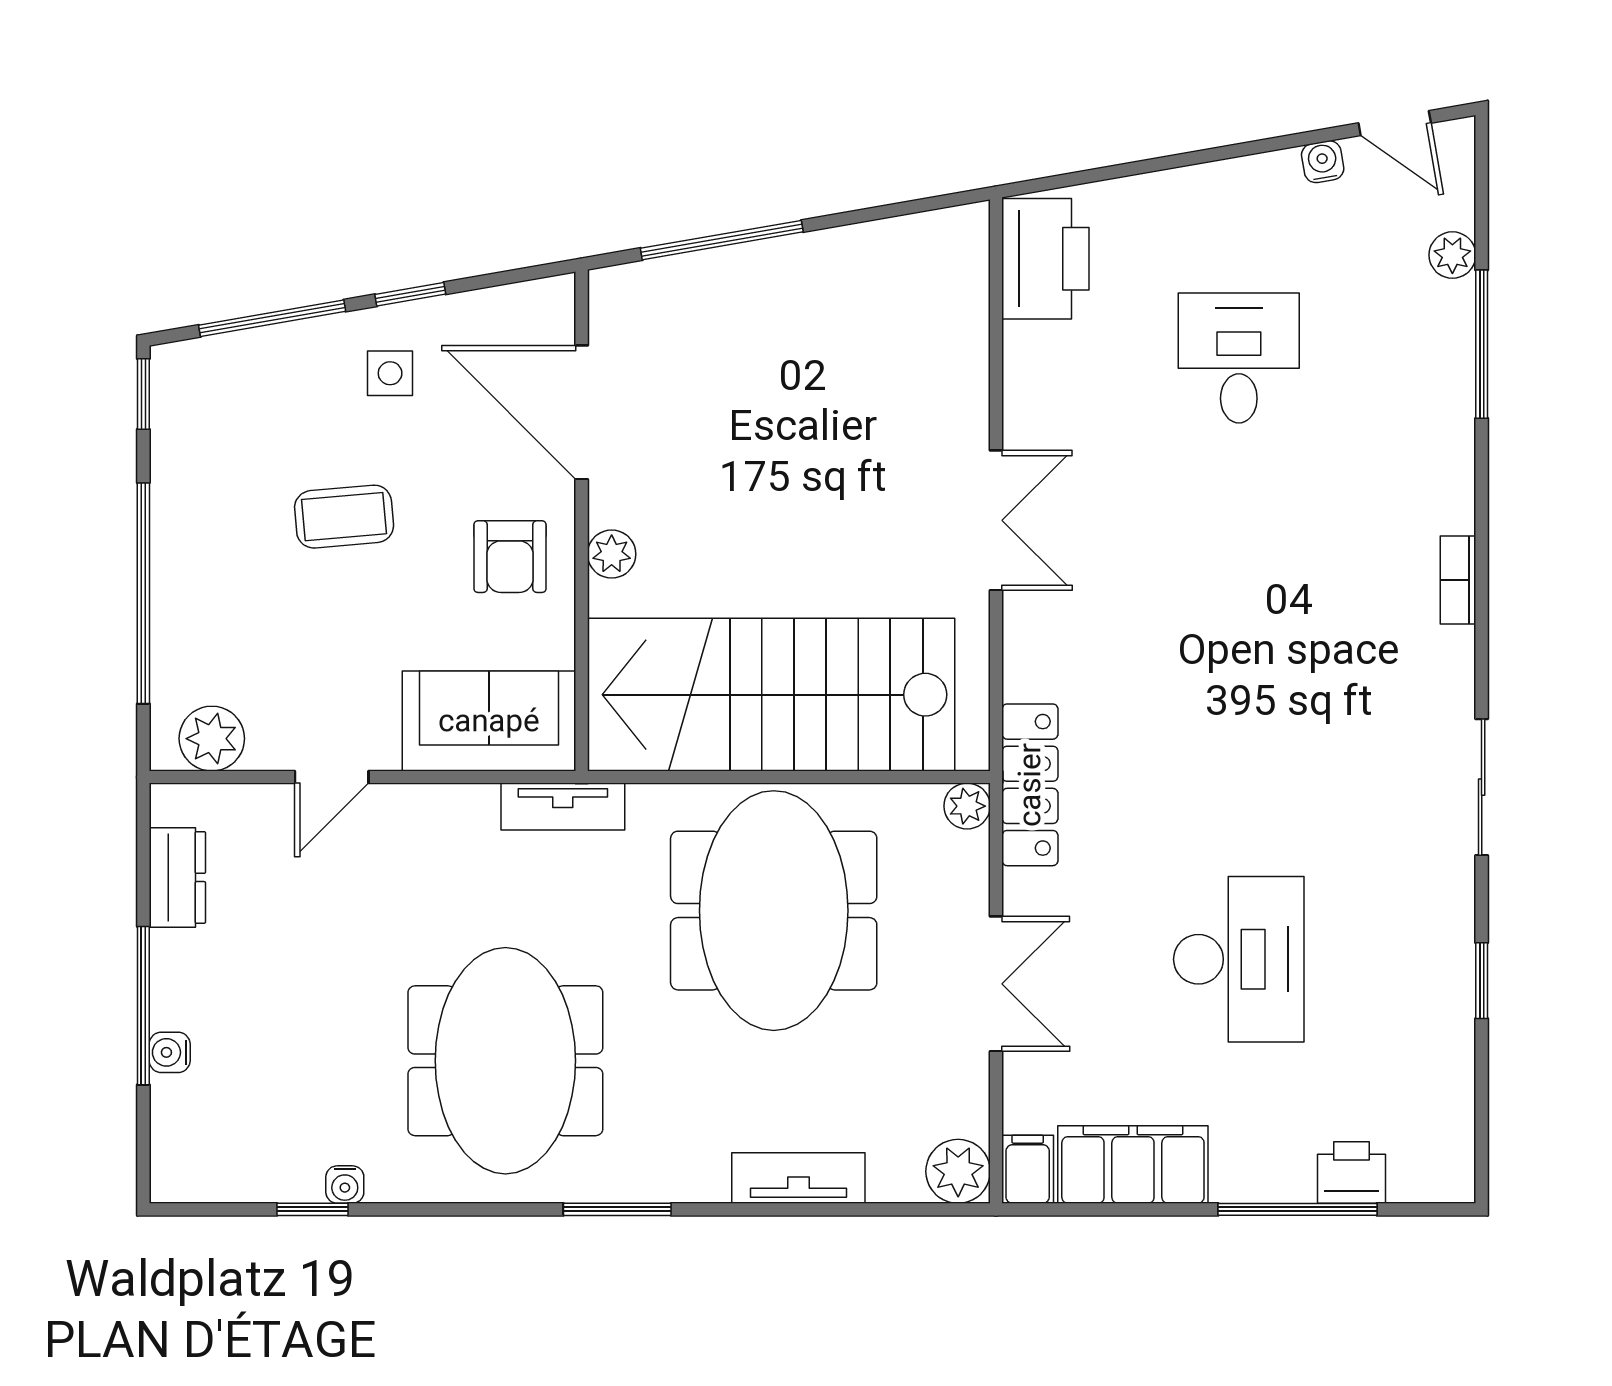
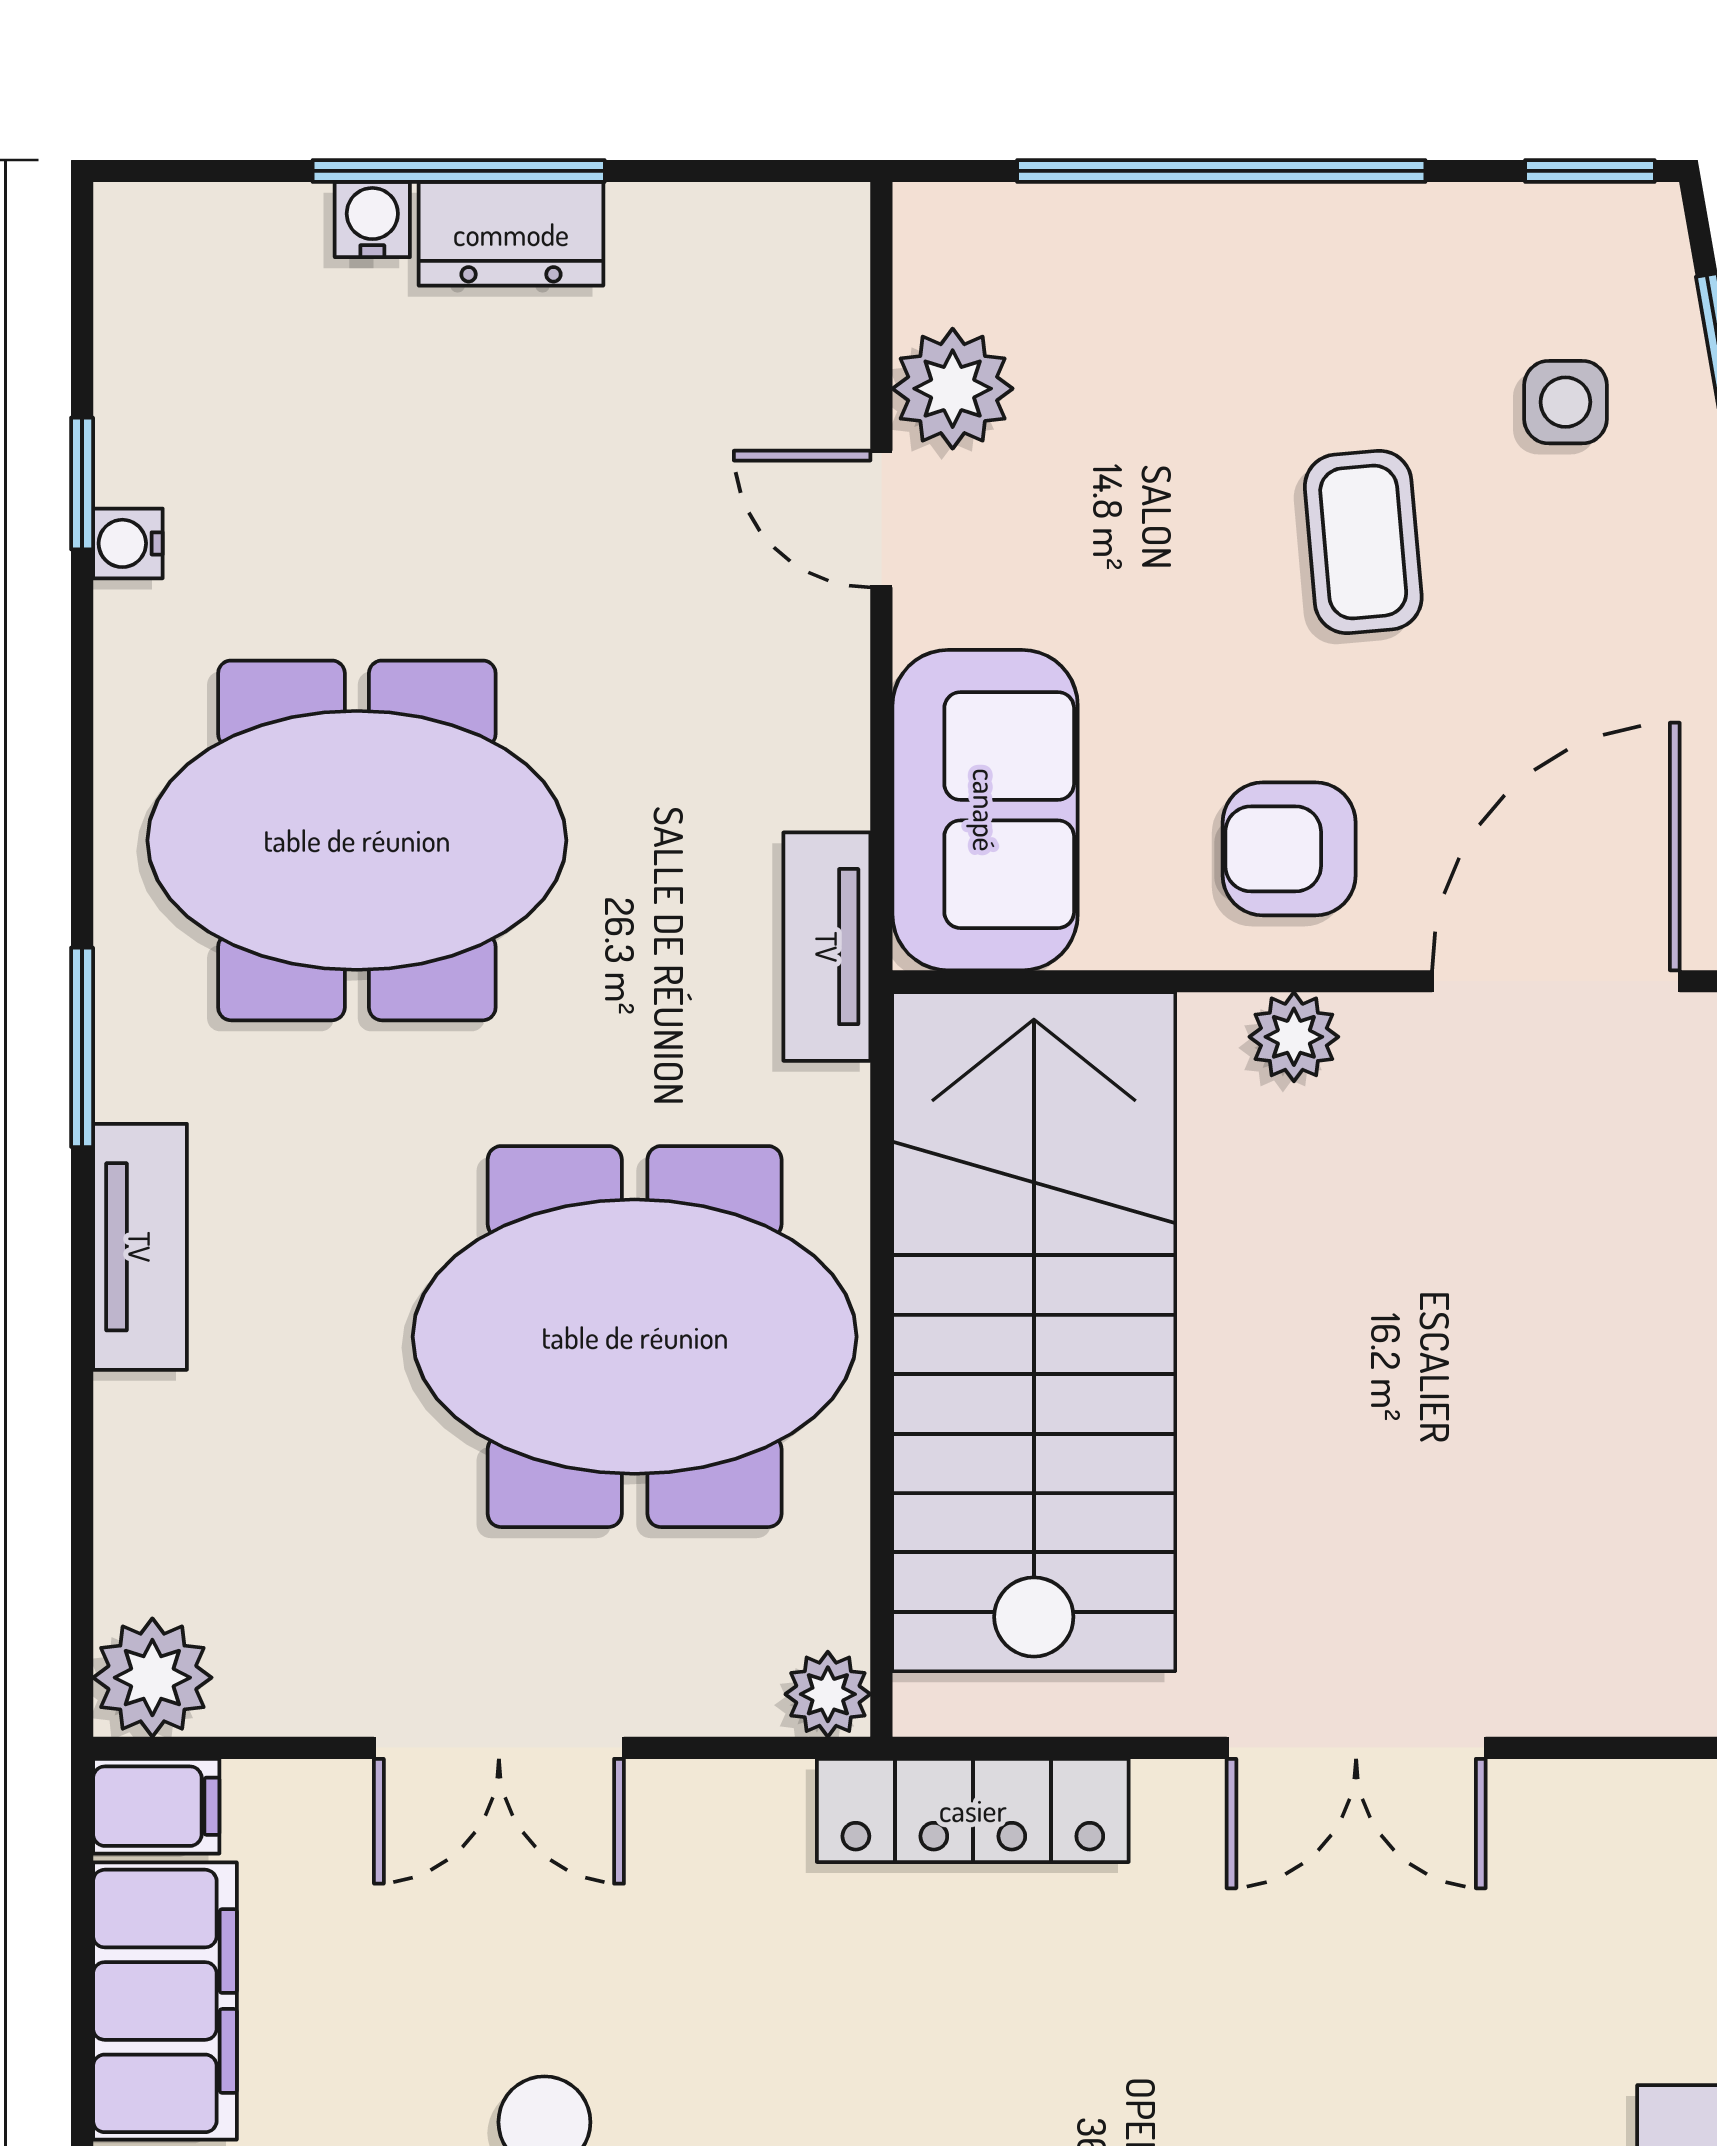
side table: (390, 373) -> (1565, 402), moved
plant: (212, 739) -> (953, 389), moved
locker: (1030, 785) -> (973, 1810), moved
dresser: (177, 877) -> (511, 234), moved
tv unit: (798, 1178) -> (140, 1247), moved

